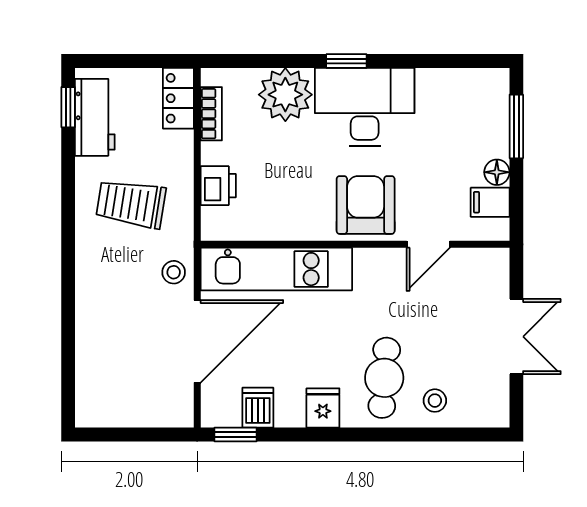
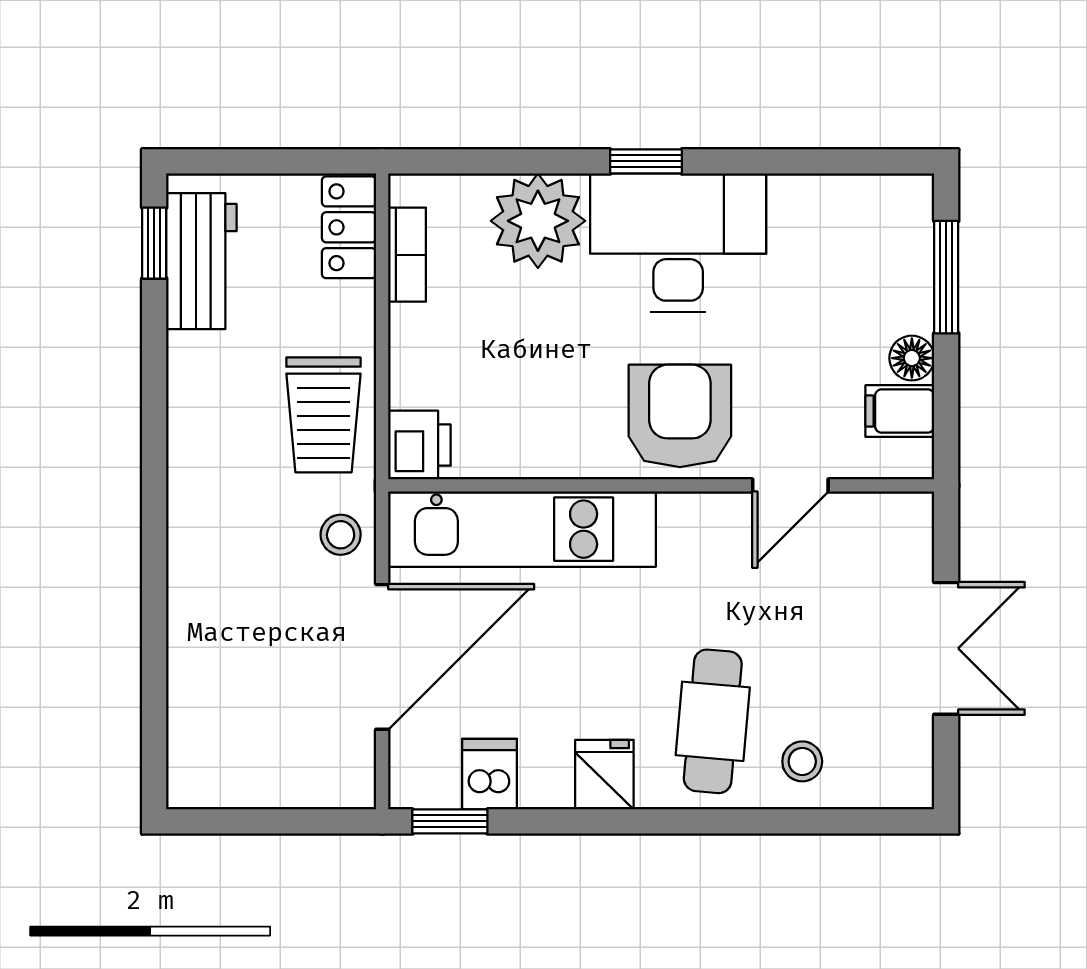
printer: (218, 186) -> (419, 445), moved
trolley: (131, 204) -> (323, 415), moved, turned -99

